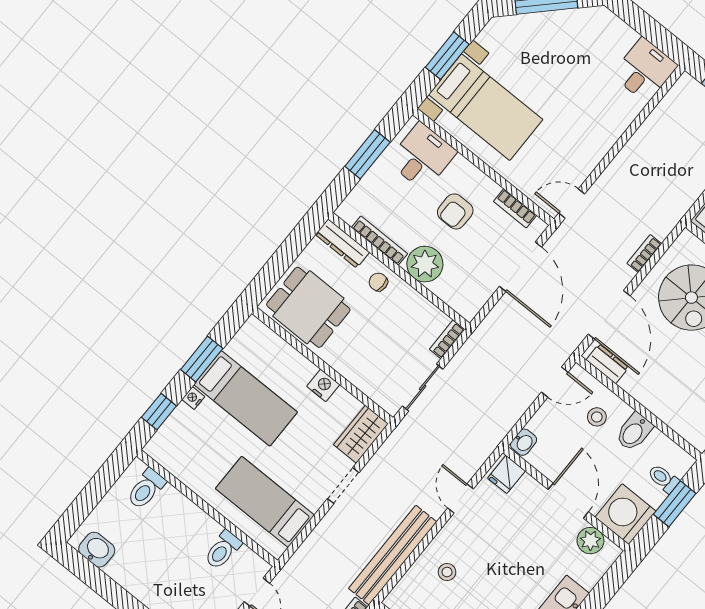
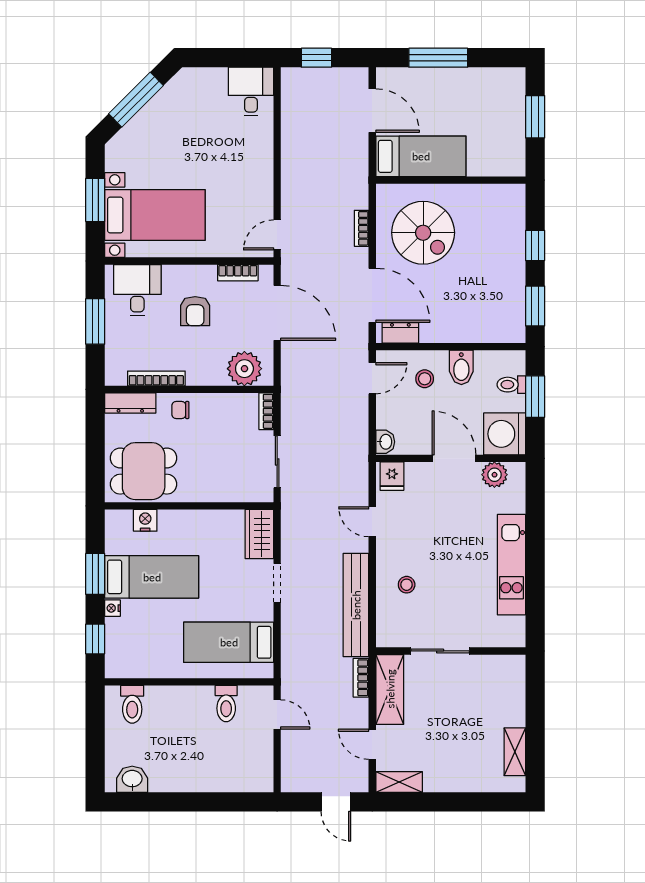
plant: (425, 264) -> (244, 369), moved
nightstand: (323, 385) -> (145, 520), moved

